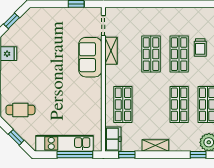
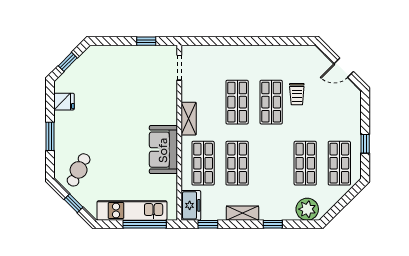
shelving: (111, 51) -> (189, 119), moved
sofa: (90, 57) -> (163, 150), moved
shop shelf: (179, 104) -> (237, 163), moved
cafe table: (20, 110) -> (79, 170), turned -63
window: (198, 155) -> (273, 224), moved

